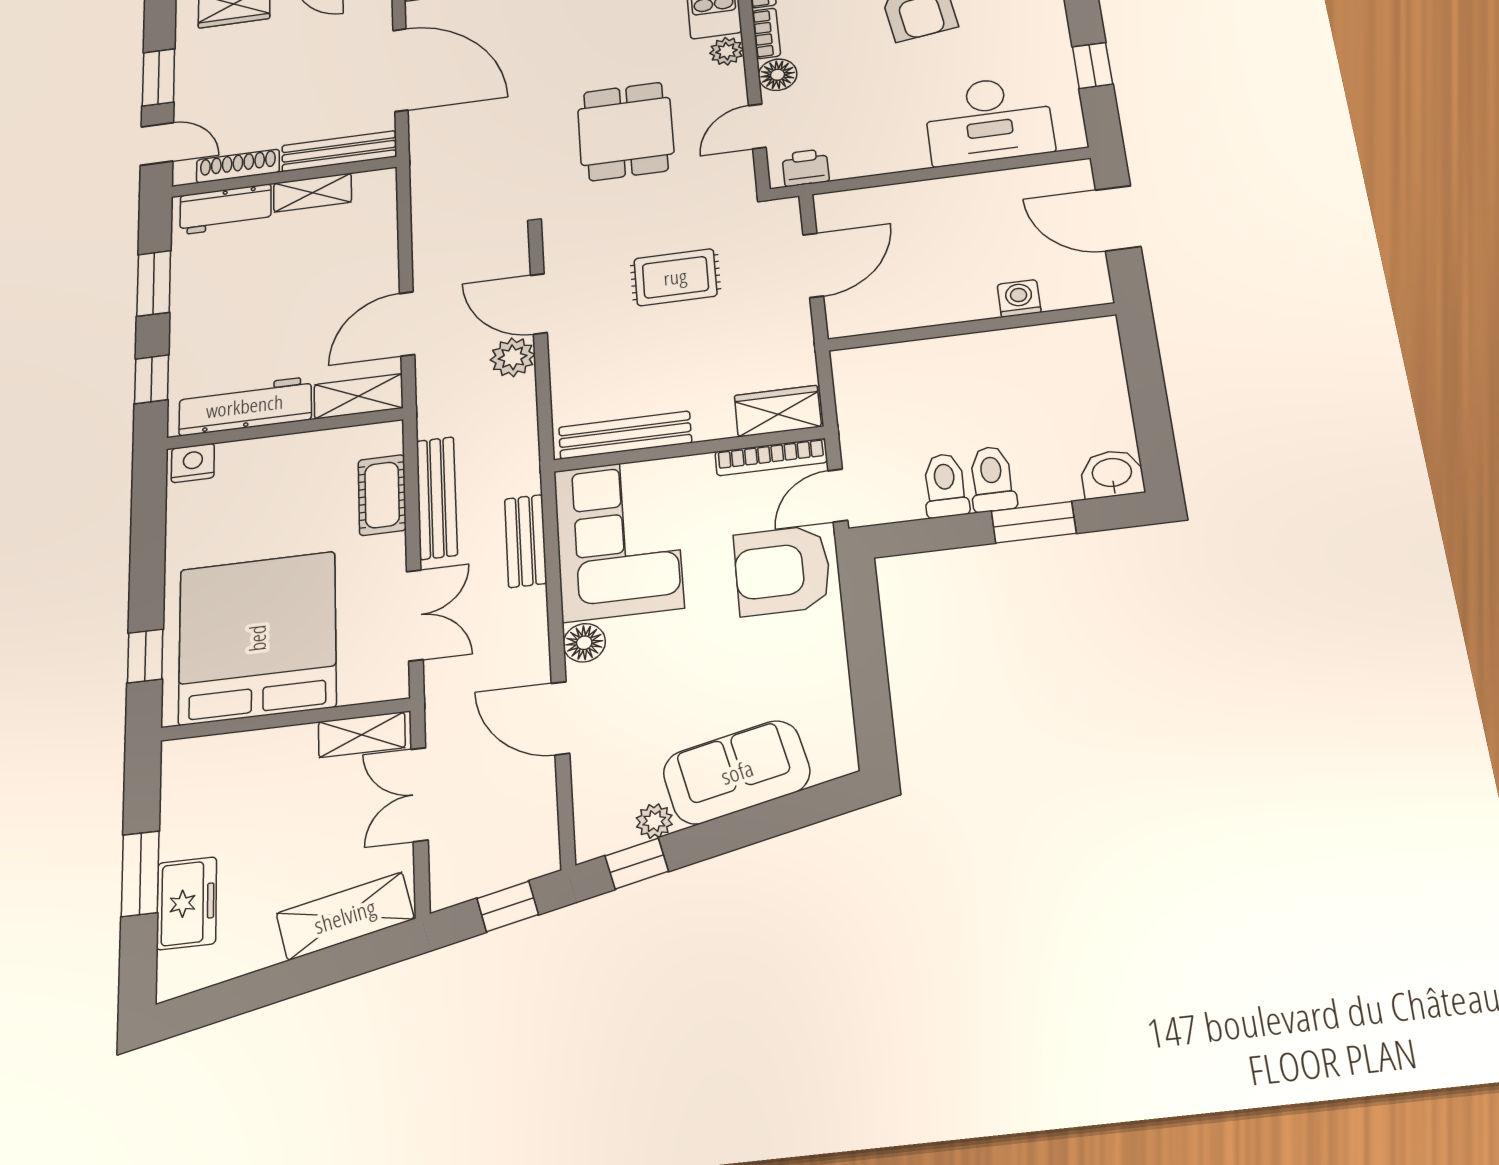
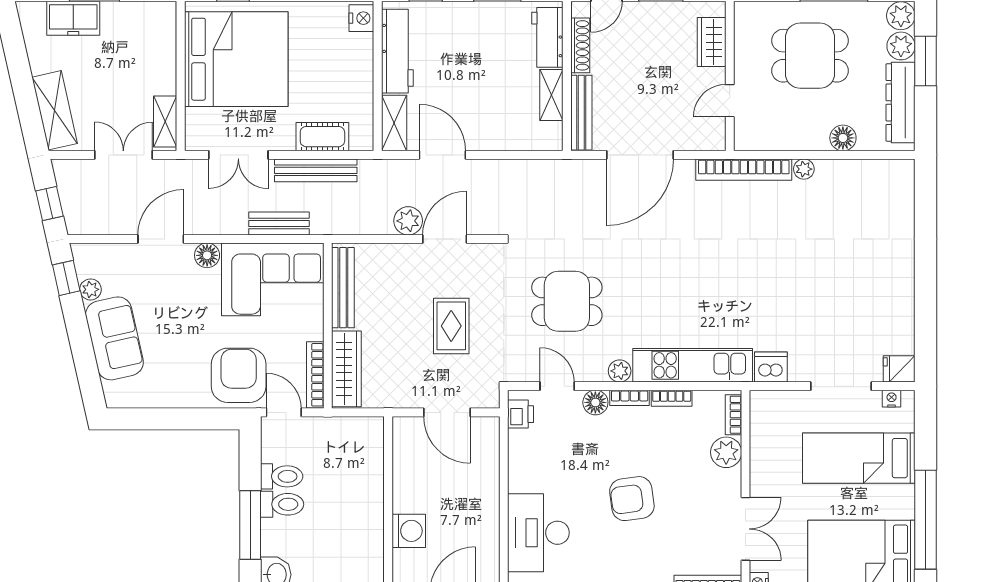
washing machine: (1019, 298) -> (409, 531), width x1.38, depth x1.38
wardrobe: (778, 411) -> (346, 369), width x1.50
window: (1034, 522) -> (250, 525), width x1.44

